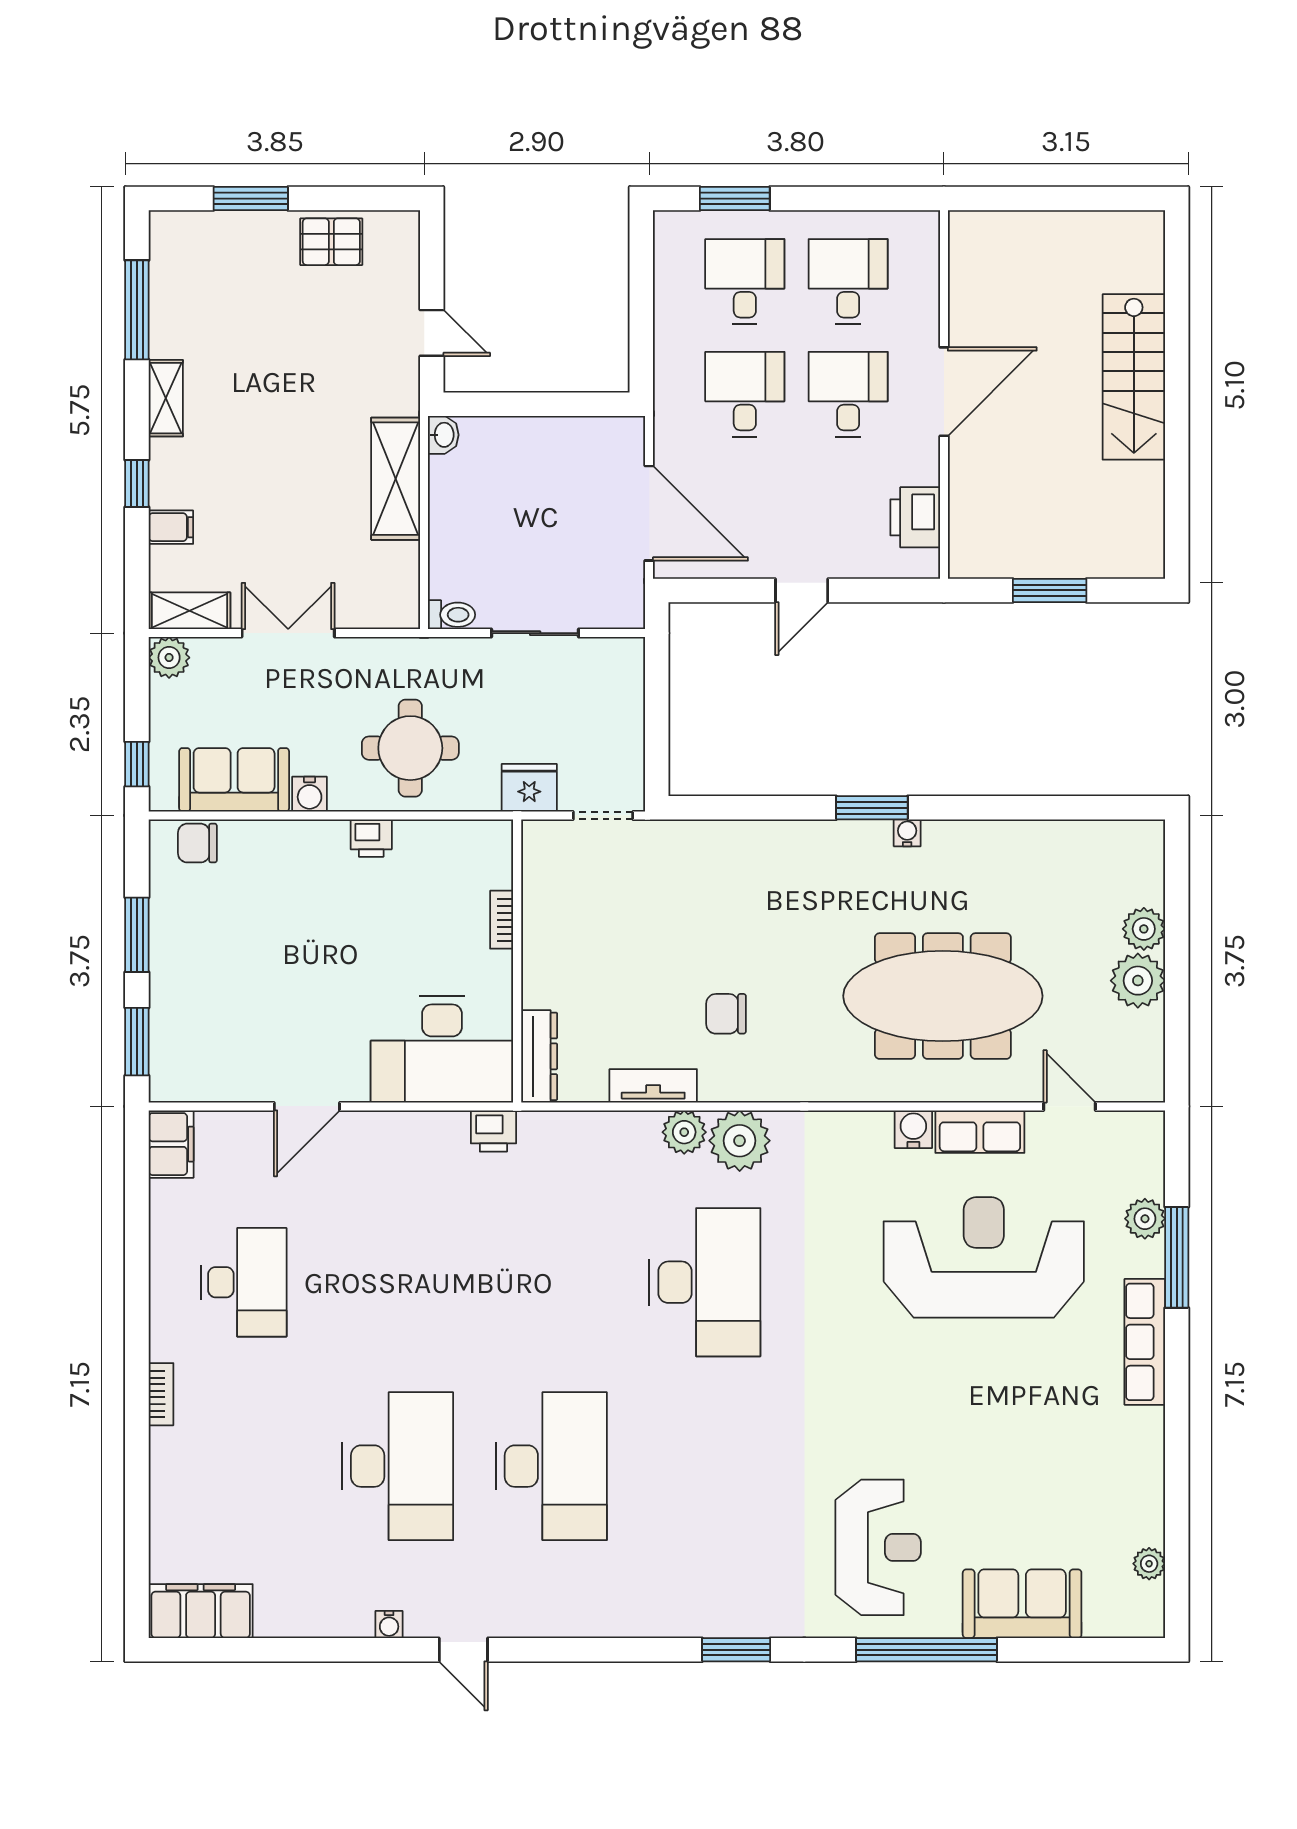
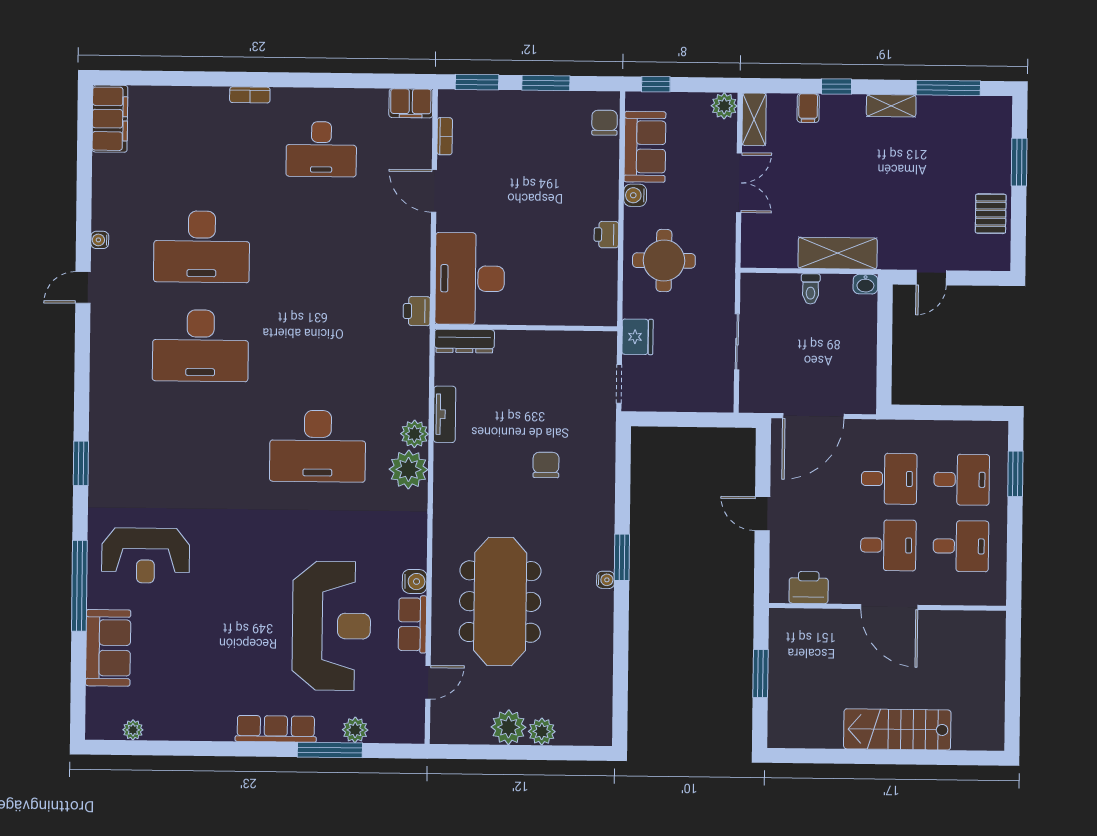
toilet: (452, 615) -> (811, 289), moved
bookcase: (502, 920) -> (445, 136), moved, turned 90
chair: (726, 1014) -> (546, 465), moved

